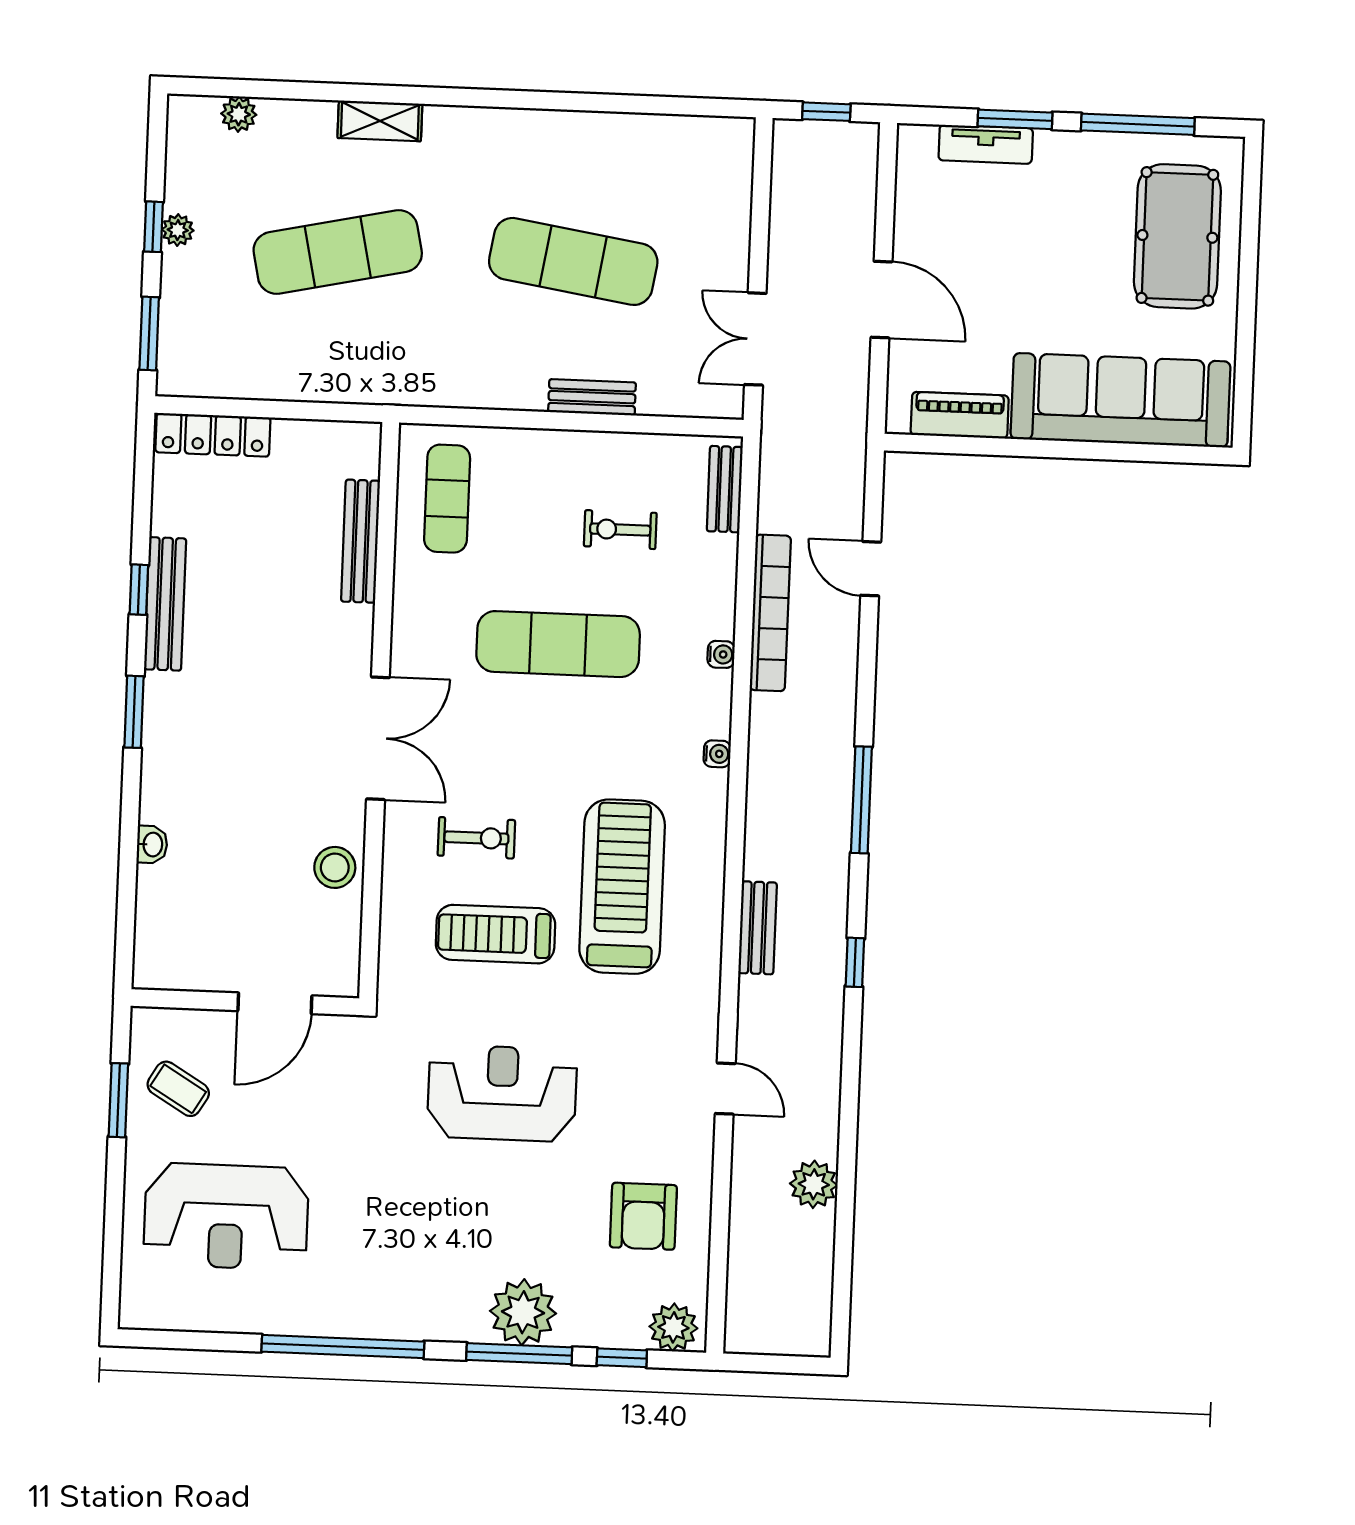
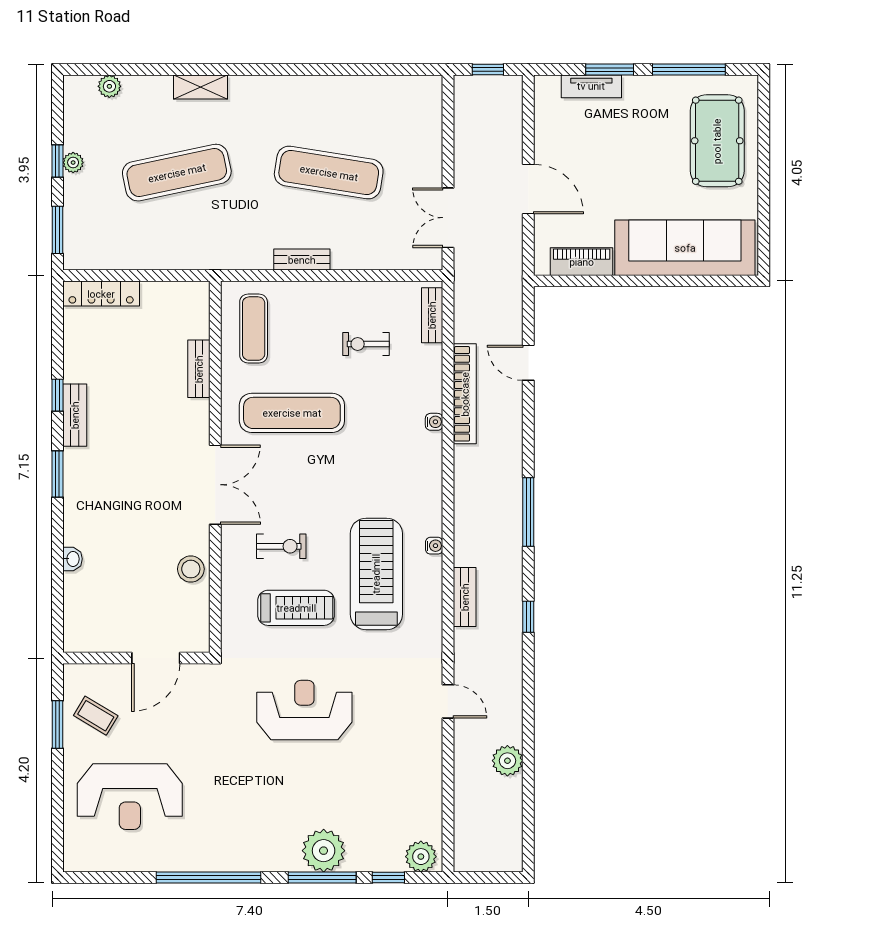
bench: (592, 397) -> (302, 260), moved
bench: (360, 541) -> (199, 369), width x0.73
bench: (165, 604) -> (75, 415), width x0.73
exercise mat: (558, 644) -> (292, 413), moved
water cooler: (717, 754) -> (434, 546), moved
treadmill: (495, 934) -> (296, 608), turned 180
armchair: (643, 1216) -> (399, 786), removed

